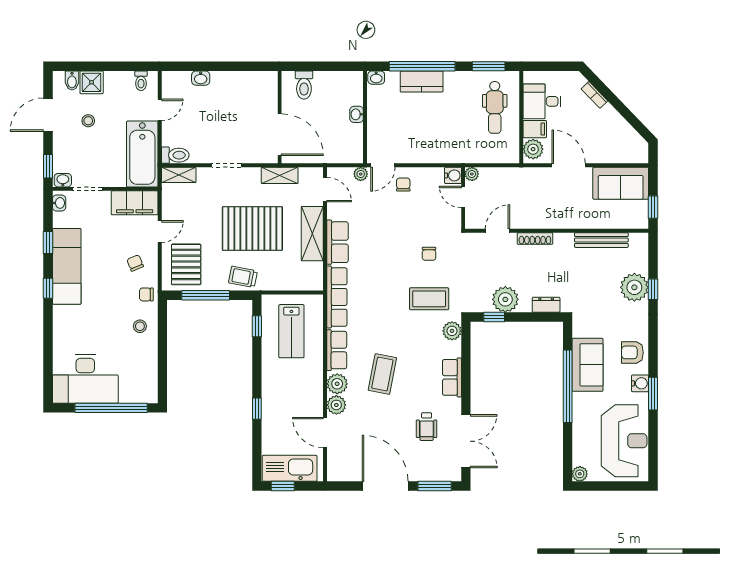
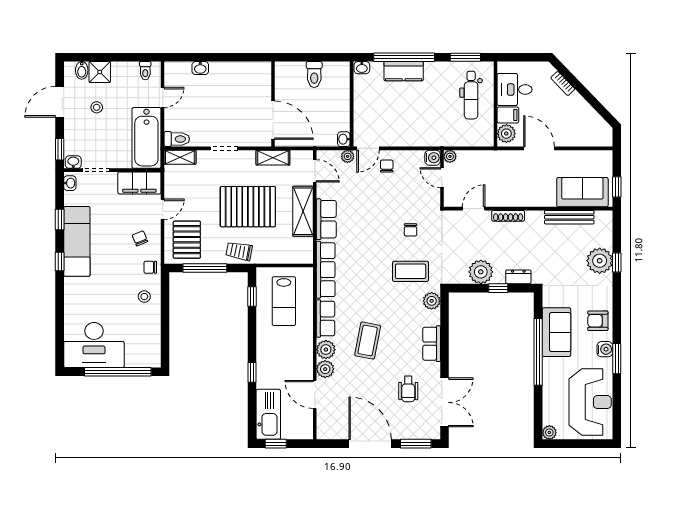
toilet: (304, 85) -> (314, 74), moved
washbasin: (357, 114) -> (344, 139), moved
sofa: (621, 183) -> (582, 192), moved, turned 180
window: (494, 317) -> (498, 288), moved
kitchen sink: (290, 468) -> (268, 414), moved, turned 90

